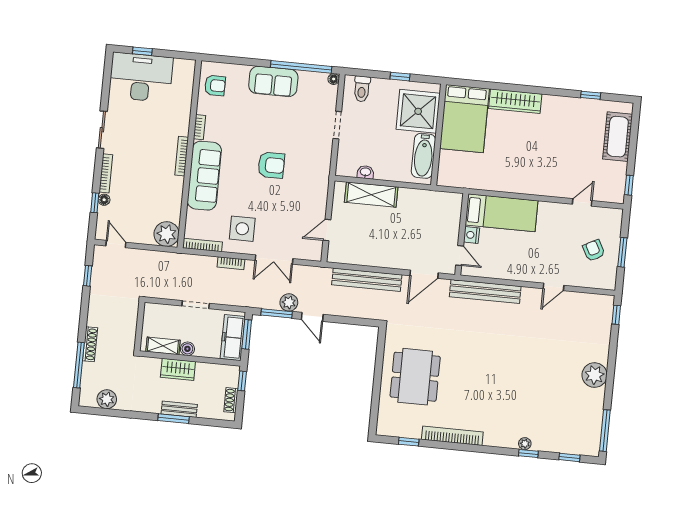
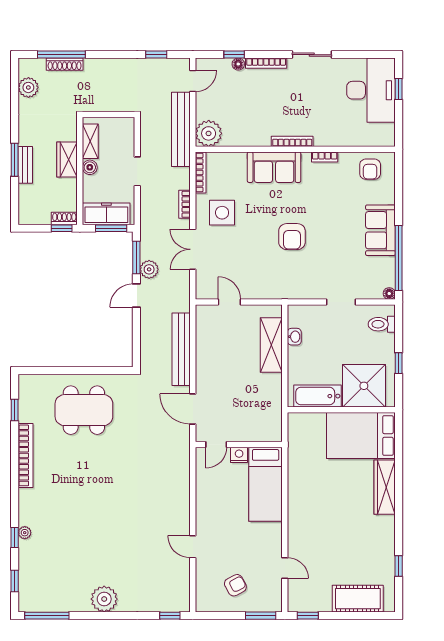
sofa: (204, 176) -> (274, 167), width x0.73
window: (622, 252) -> (261, 616), moved
bench: (485, 292) -> (181, 129), moved
shoe rack: (90, 344) -> (65, 64), moved
shoe rack: (231, 400) -> (64, 218), moved

